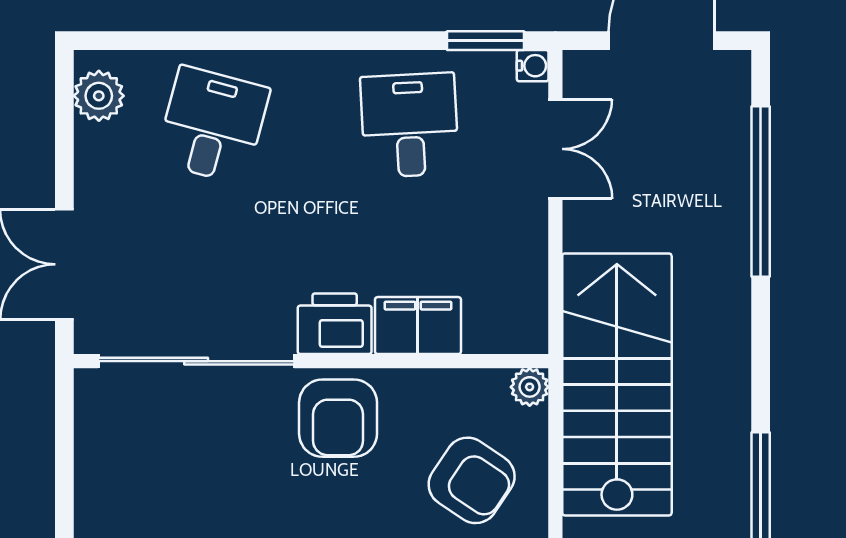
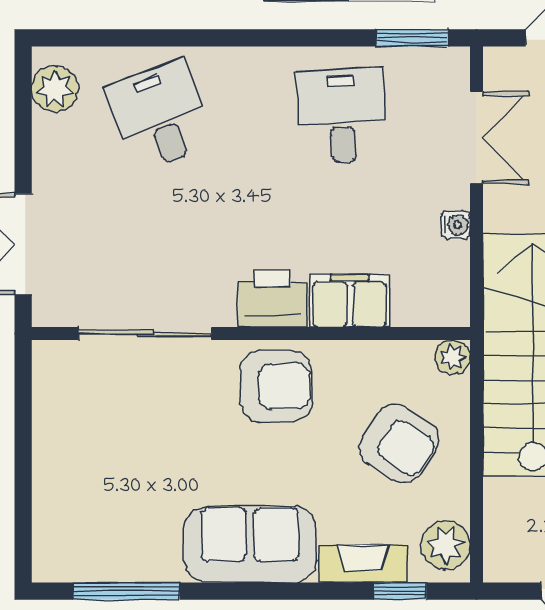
water cooler: (533, 66) -> (455, 225), moved
desk: (213, 125) -> (160, 116), turned -36
sliding door: (196, 361) -> (145, 334), width x0.73
armchair: (338, 418) -> (276, 386), turned -90

